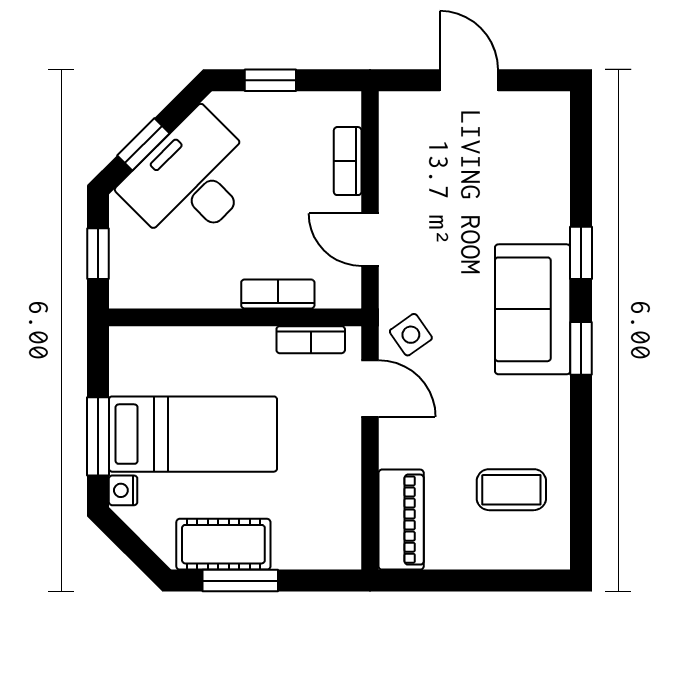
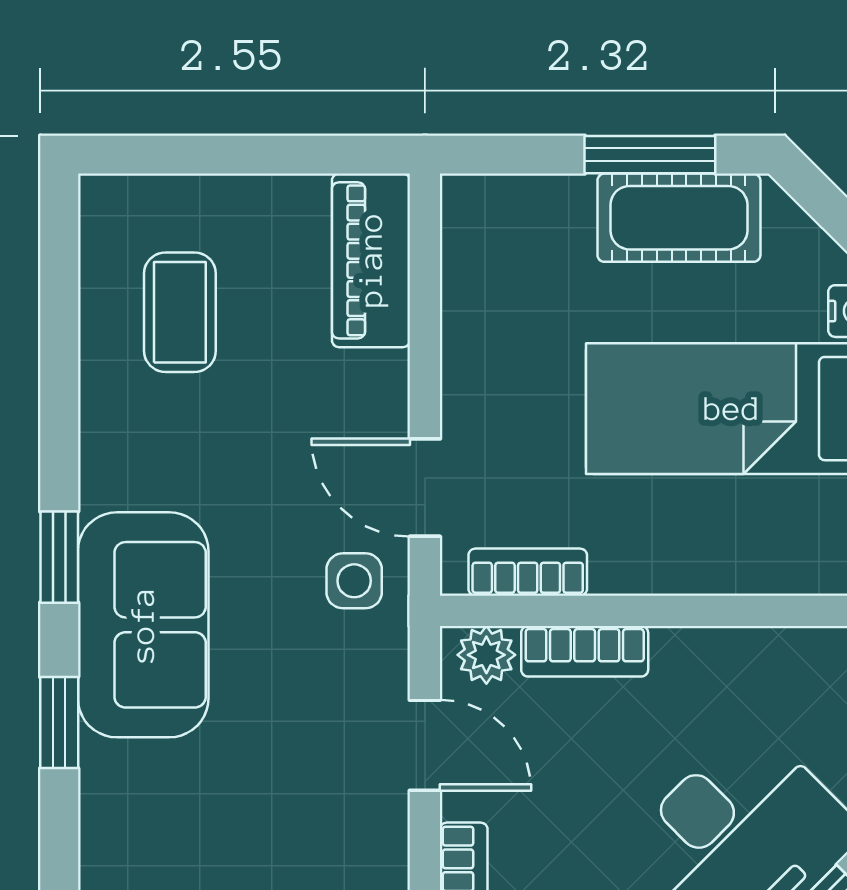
plant: (335, 292) -> (486, 655), added
side table: (411, 335) -> (354, 581), turned 35
coffee table: (511, 490) -> (180, 312), turned 90

